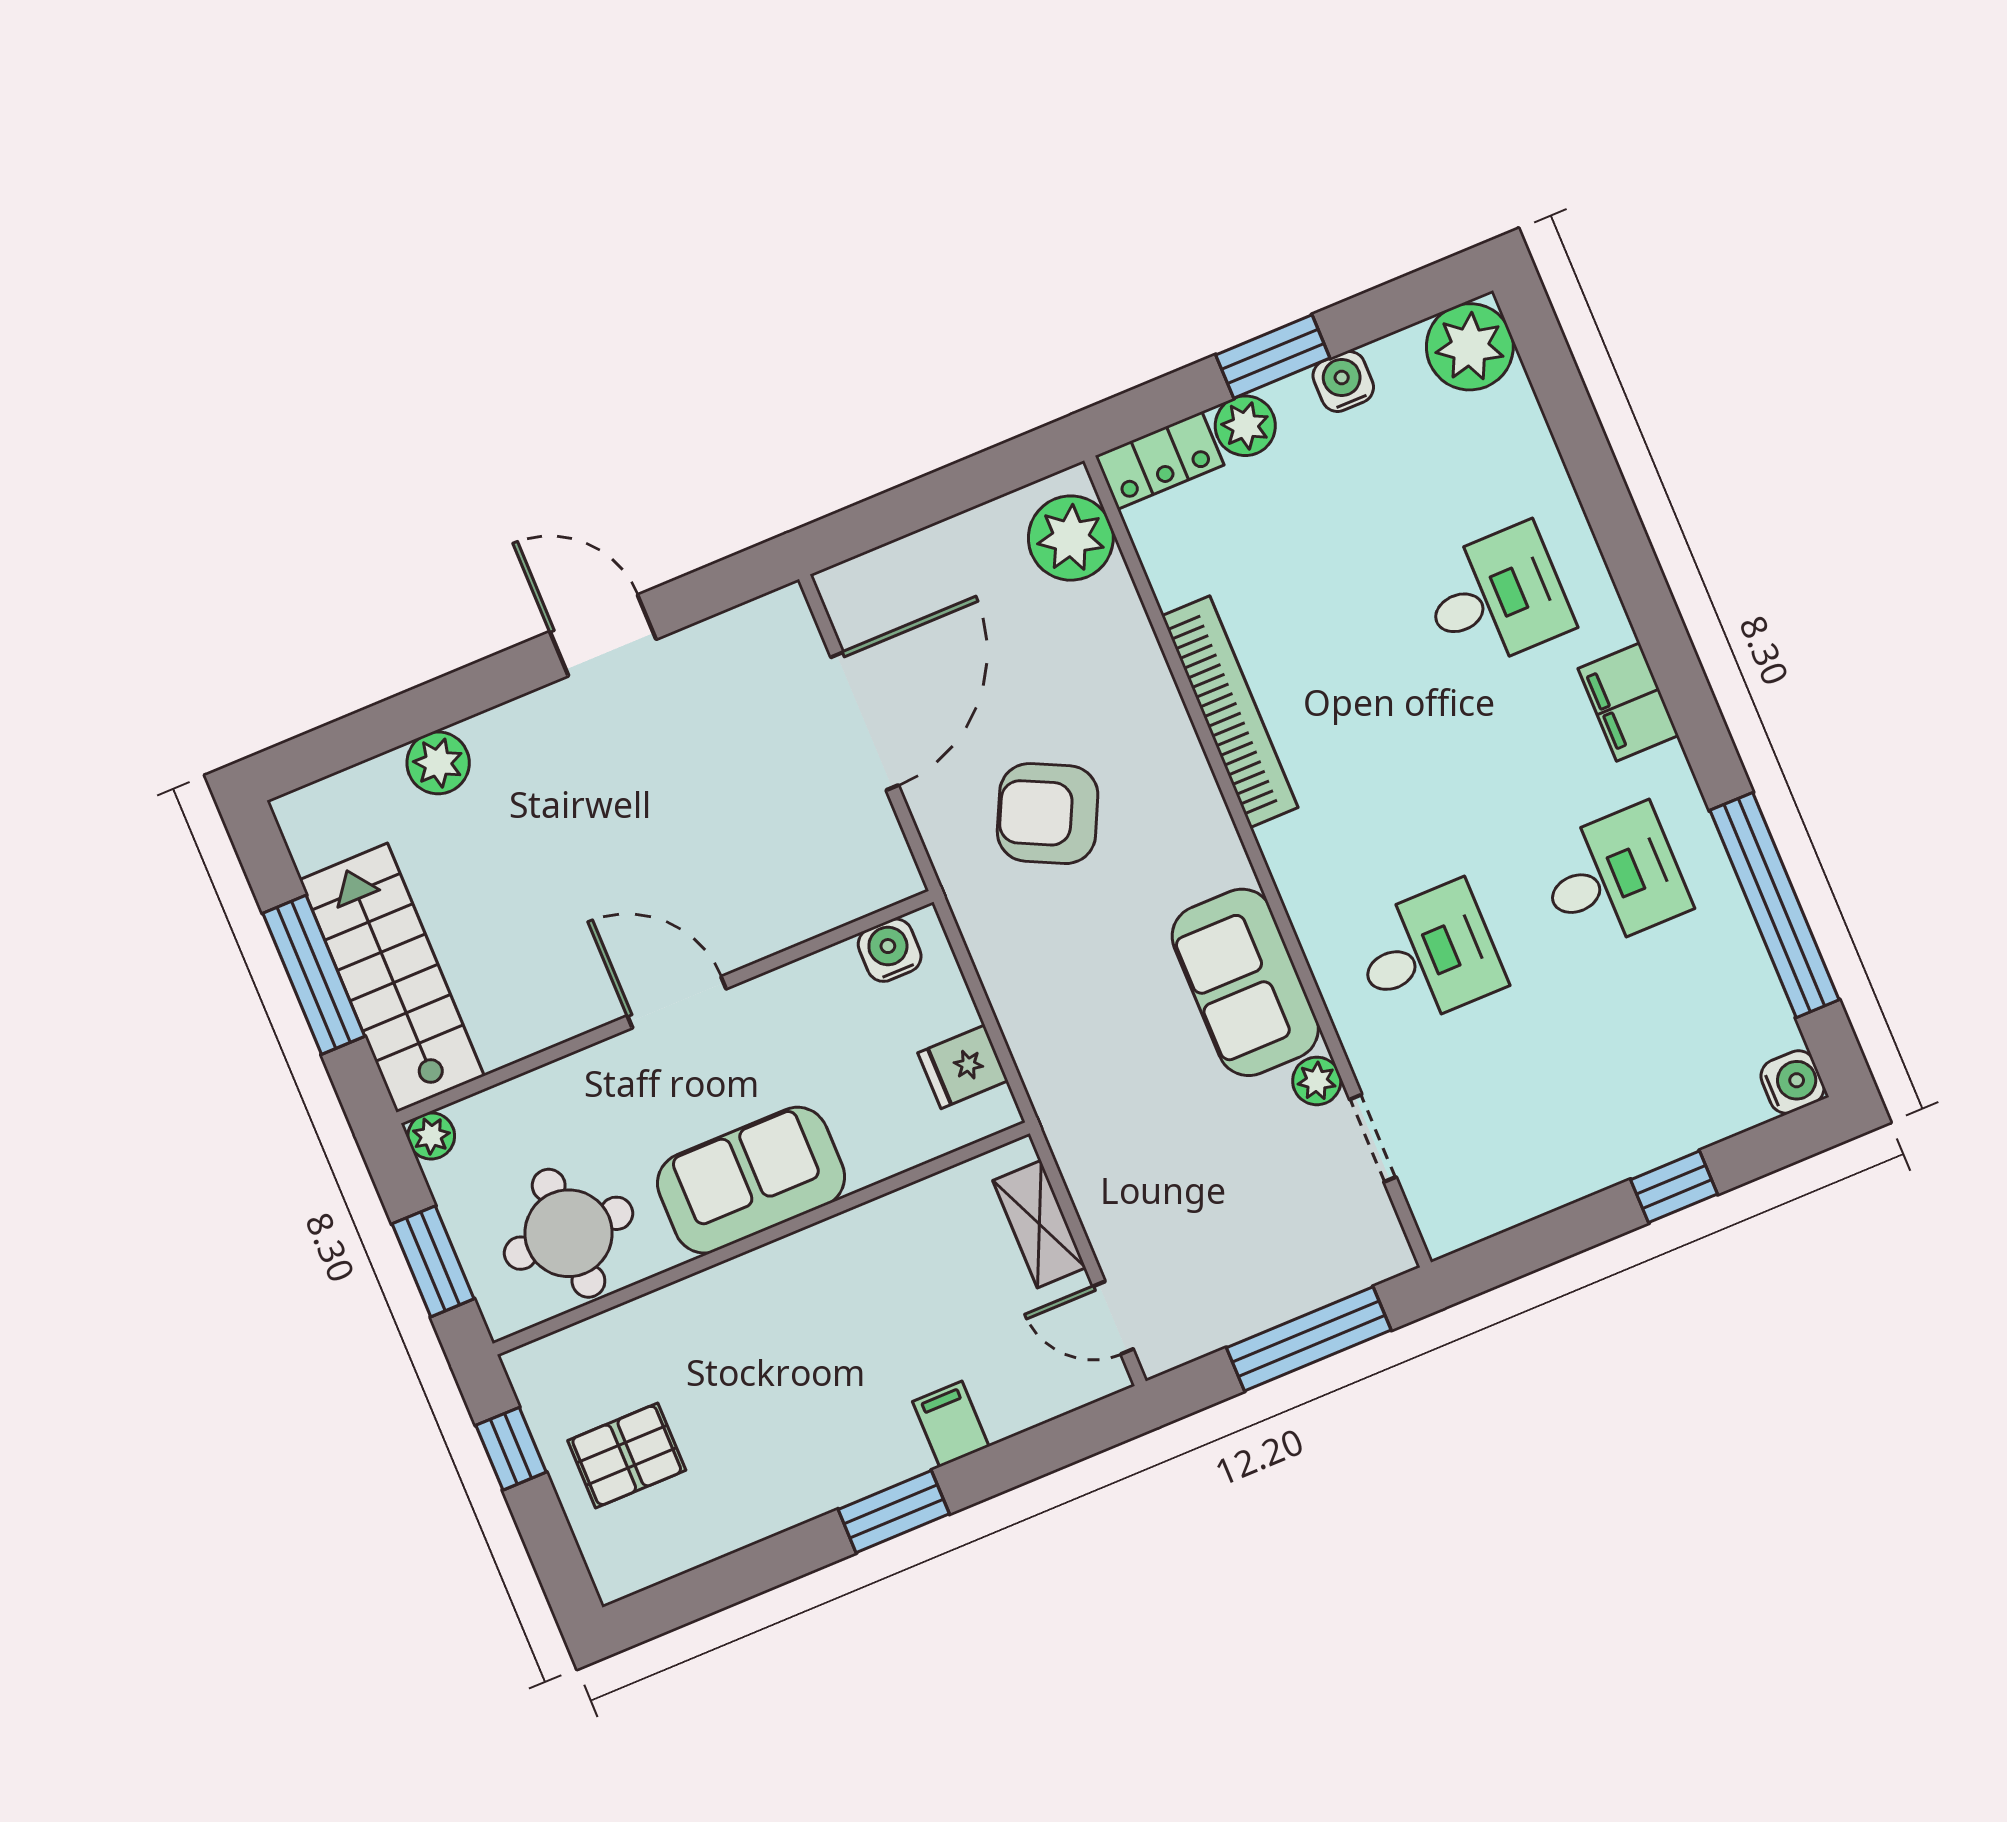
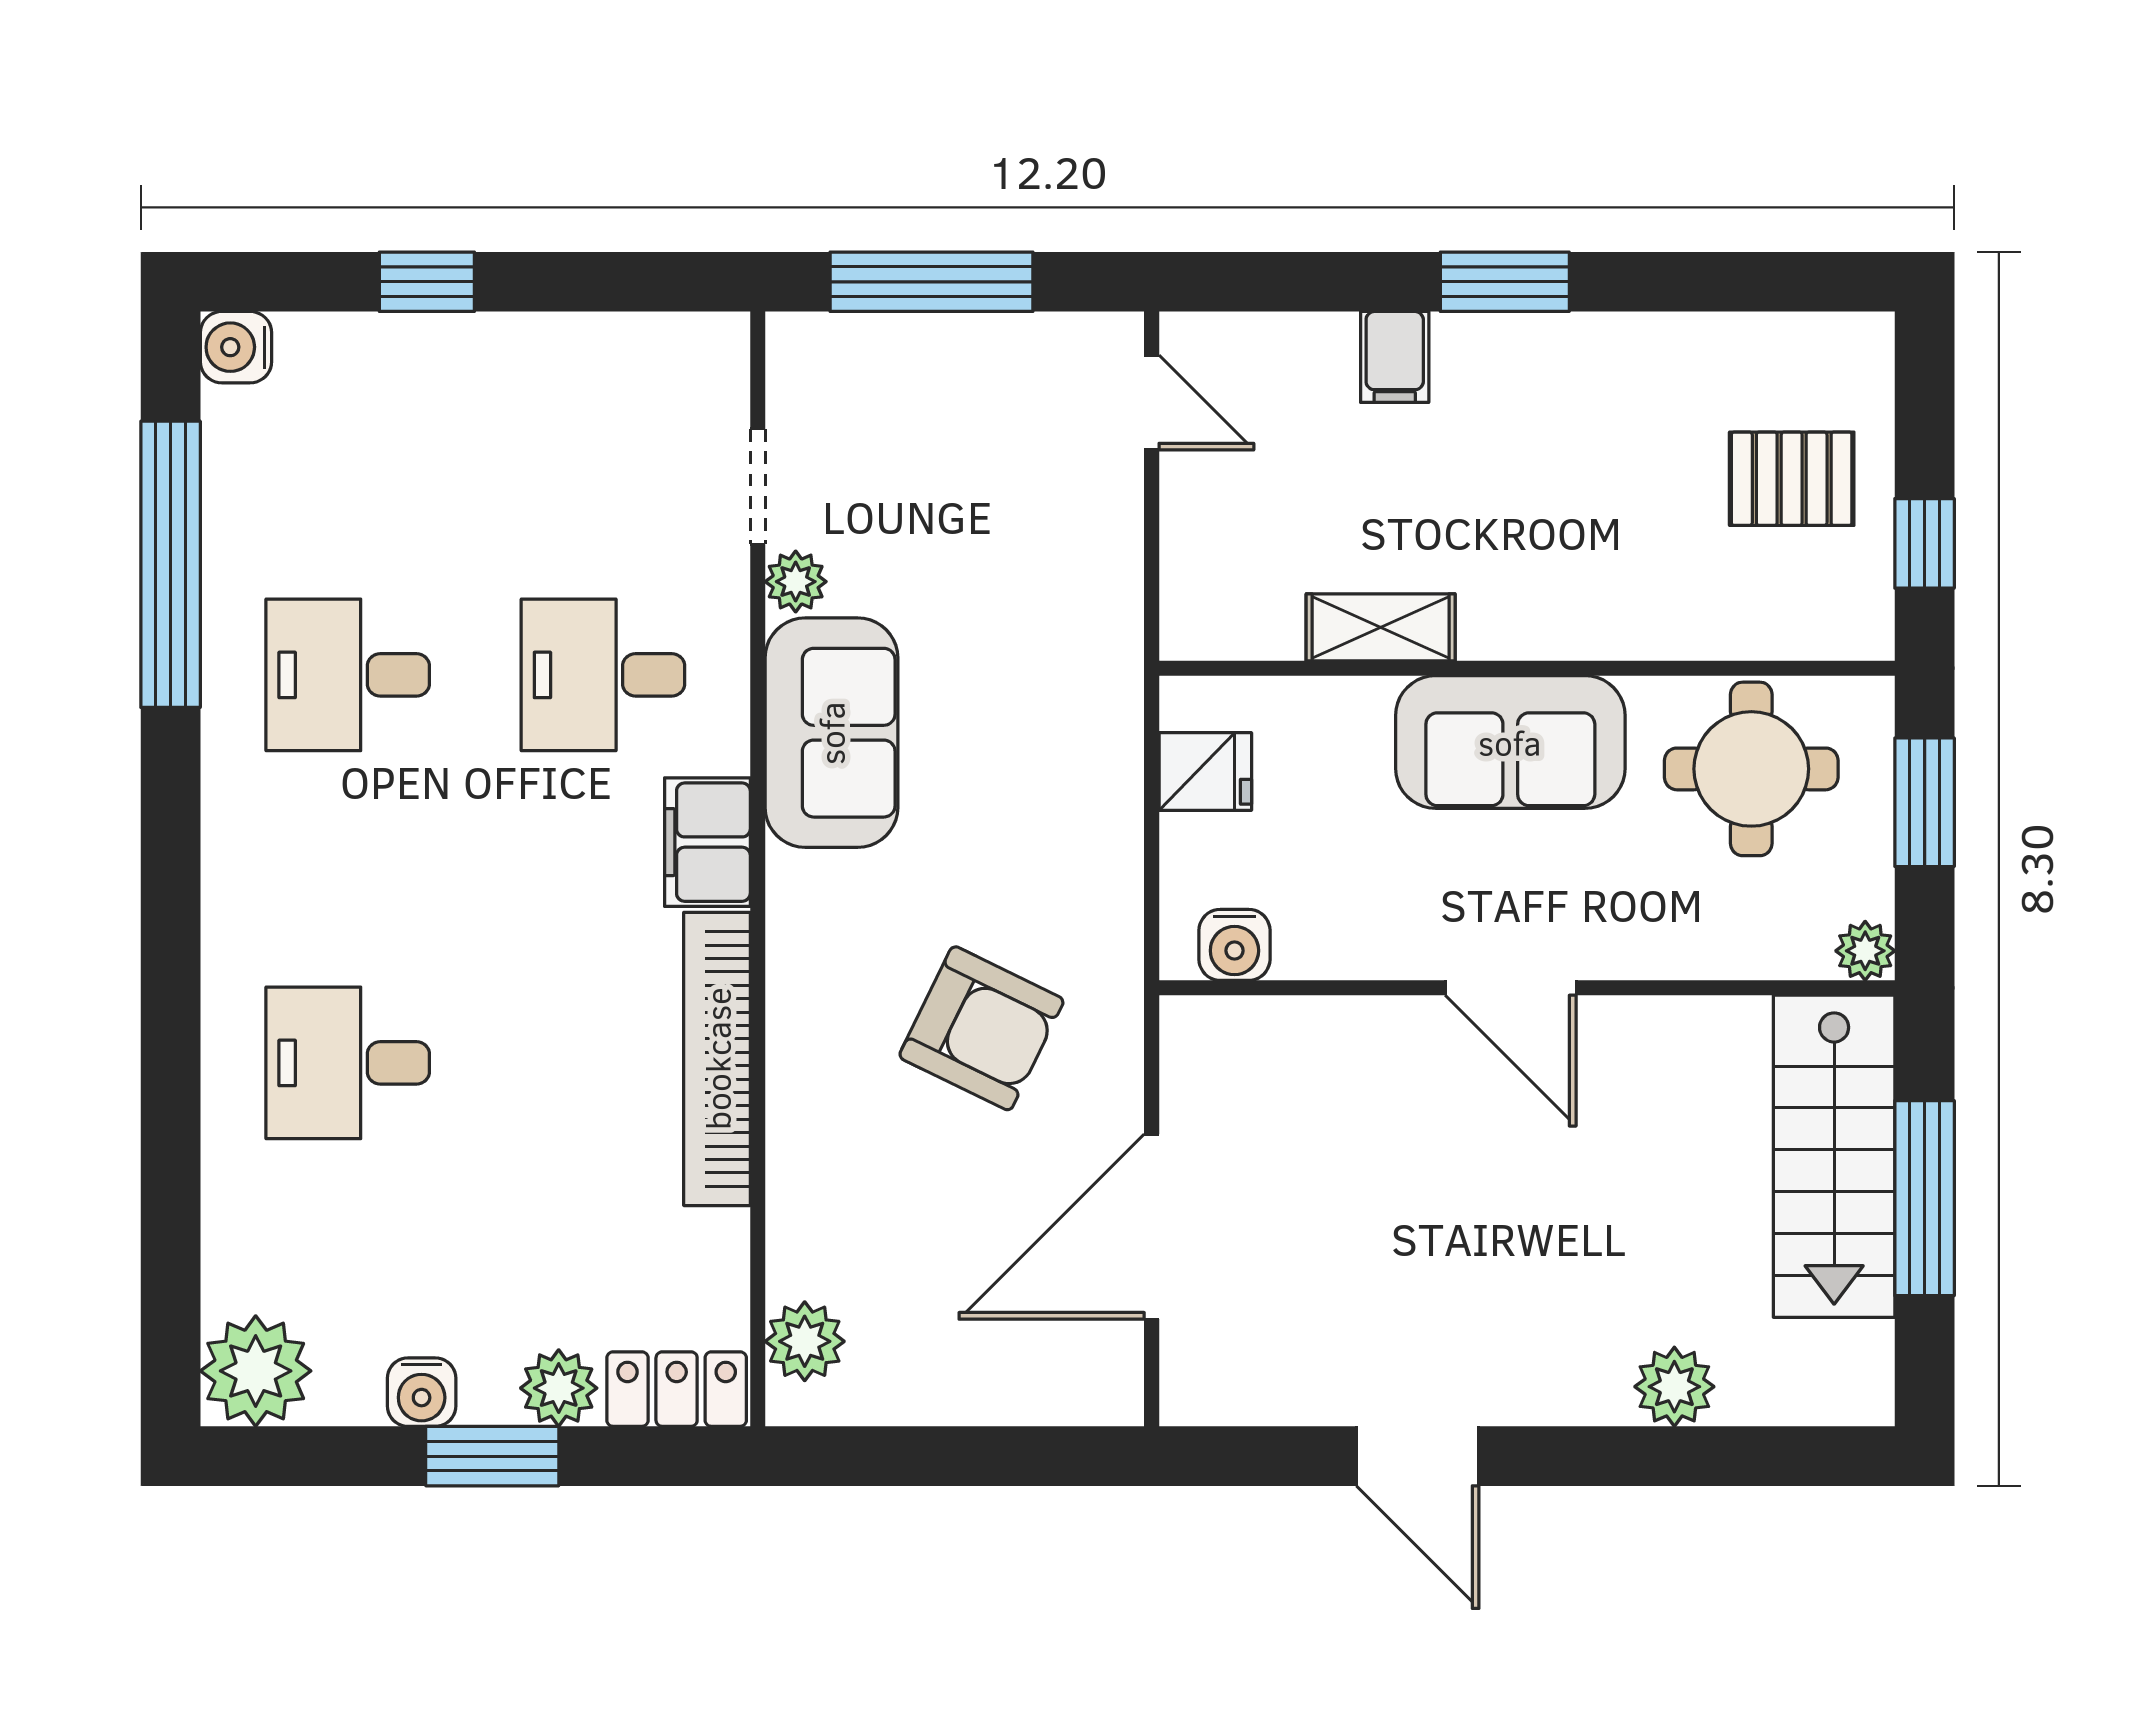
plant: (1071, 538) -> (805, 1341), width x0.73, depth x0.73
filing cabinet: (1628, 702) -> (707, 842), moved, turned 180
shelving: (1039, 1224) -> (1381, 627), moved, turned 90

